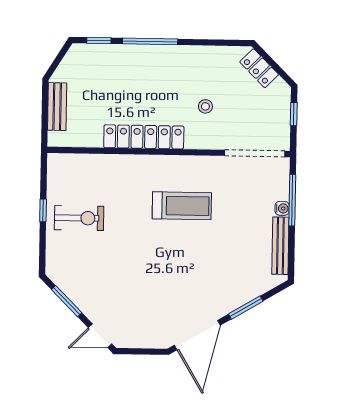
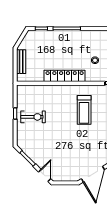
treadmill: (182, 206) -> (84, 110), turned 90
door: (100, 336) -> (45, 175), swing flipped

